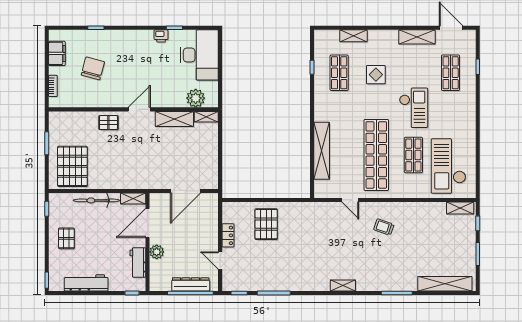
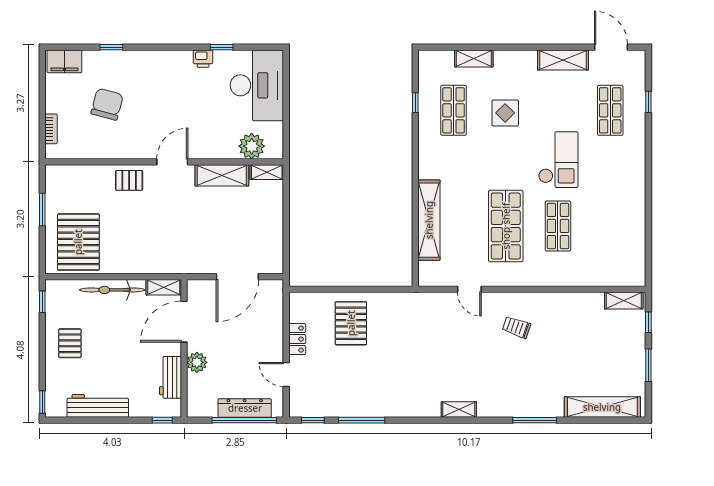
filing cabinet: (57, 53) -> (64, 61), moved, turned 90
shop shelf: (376, 155) -> (506, 226), width x0.71
checkout: (449, 166) -> (607, 242), removed

